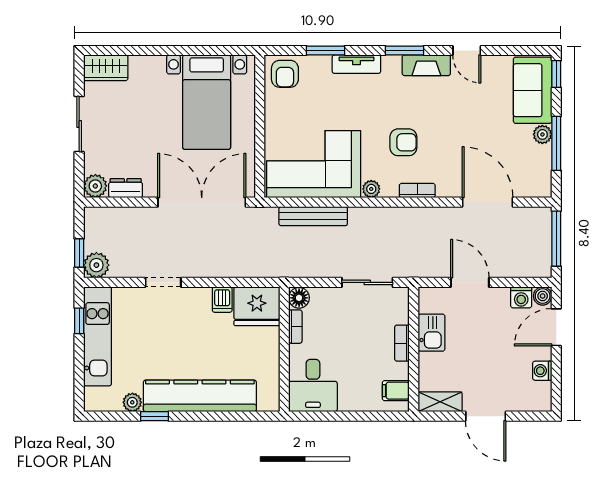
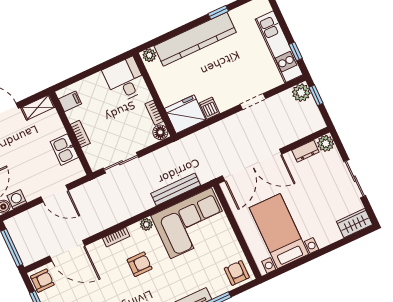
armchair: (403, 142) -> (140, 264), turned 180
armchair: (537, 179) -> (42, 281), added
plant: (132, 402) -> (149, 55), moved

